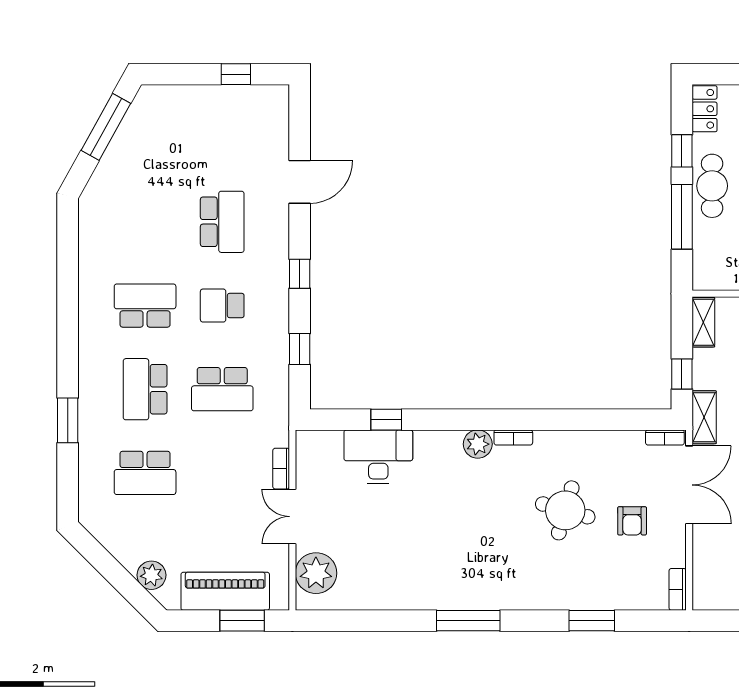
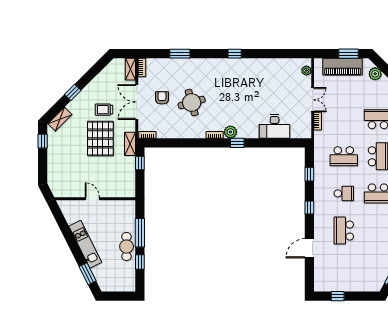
locker: (705, 109) -> (130, 281), removed
shelving: (703, 322) -> (130, 69), moved
school desk: (222, 389) -> (344, 156), turned 180
window: (386, 420) -> (237, 143), moved
double door: (689, 485) -> (137, 102), moved
round table: (565, 510) -> (192, 103), turned -32
plant: (316, 573) -> (306, 71), width x0.53, depth x0.53
window: (242, 621) -> (348, 54), moved
window: (468, 621) -> (235, 54), width x0.46

